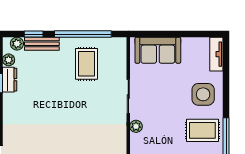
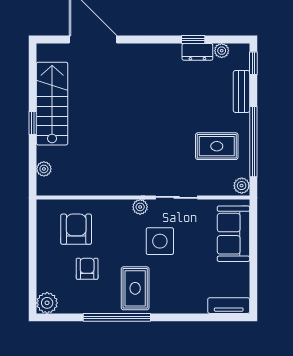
window: (34, 34) -> (253, 63), moved
plant: (17, 44) -> (242, 186), moved
side table: (203, 94) -> (160, 241), moved

